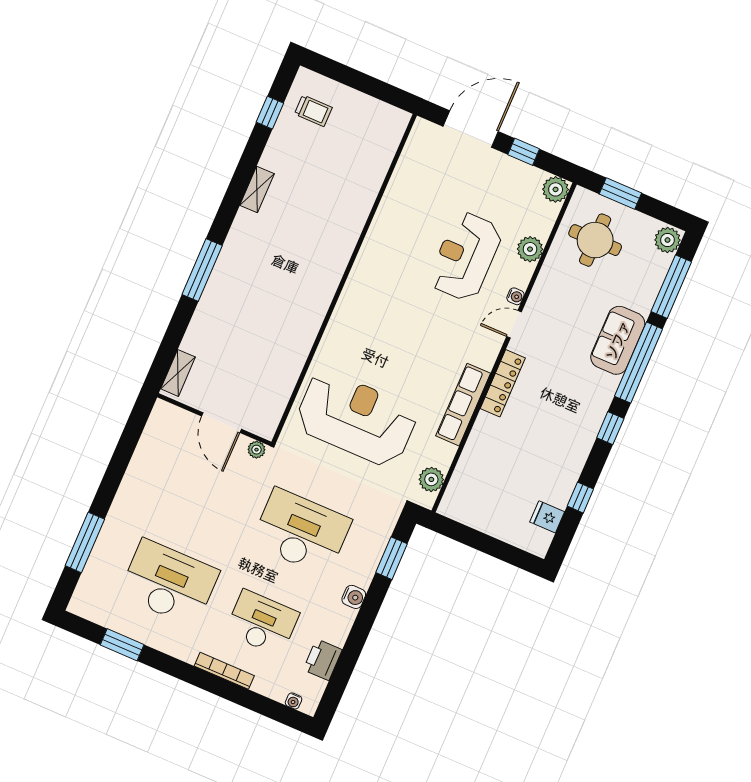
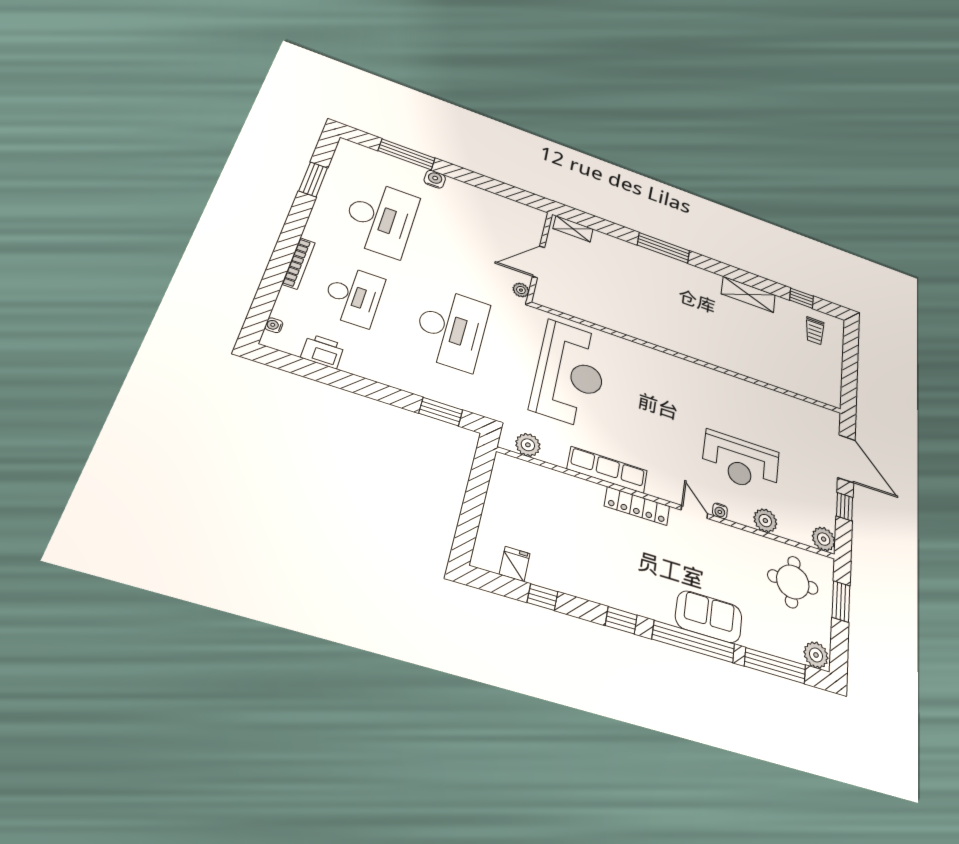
shelving: (257, 189) -> (748, 294), width x1.50, depth x1.33
reception desk: (465, 256) -> (741, 462), turned 180
water cooler: (354, 597) -> (435, 179), moved, turned 180

